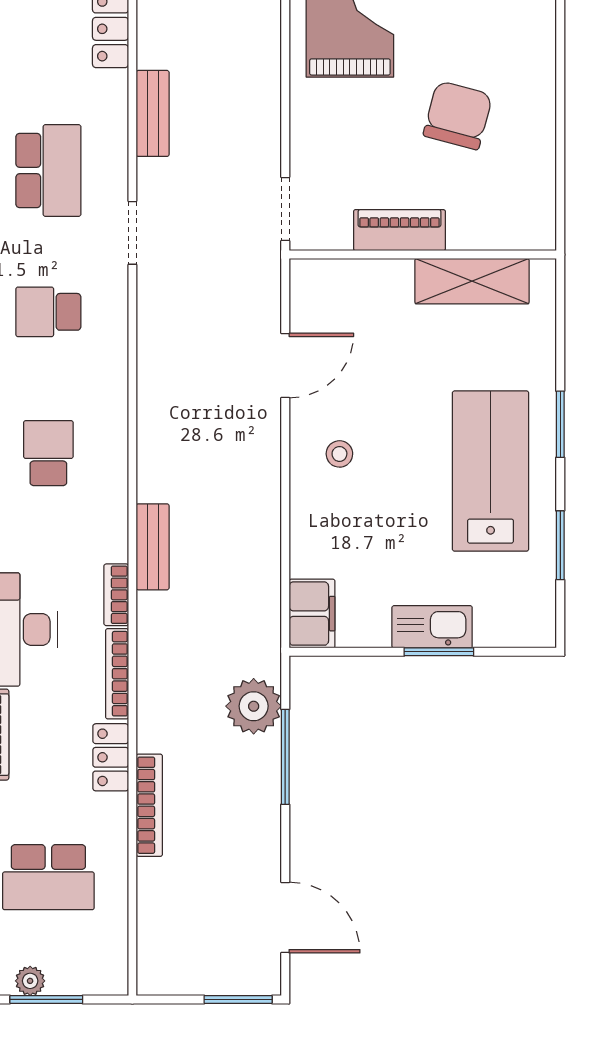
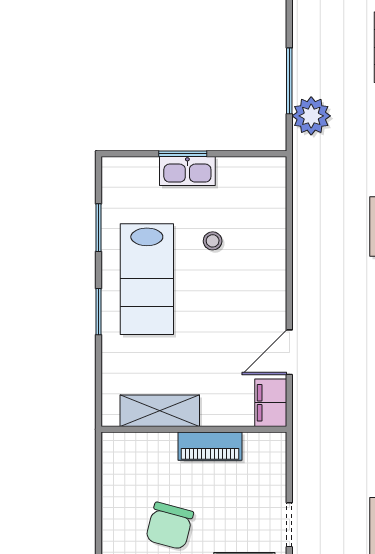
doorway: (285, 209) -> (289, 525), moved
stool: (339, 454) -> (213, 241), moved
filing cabinet: (312, 614) -> (271, 403), moved

